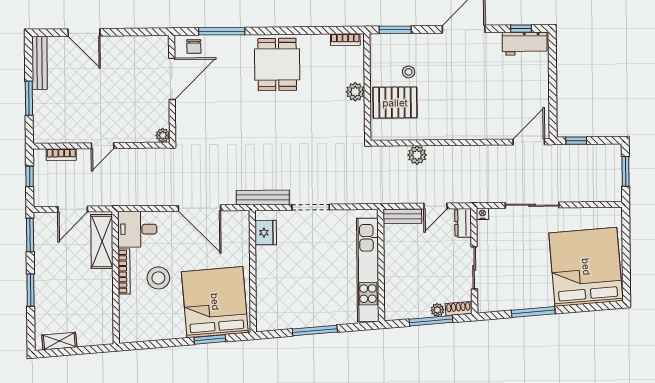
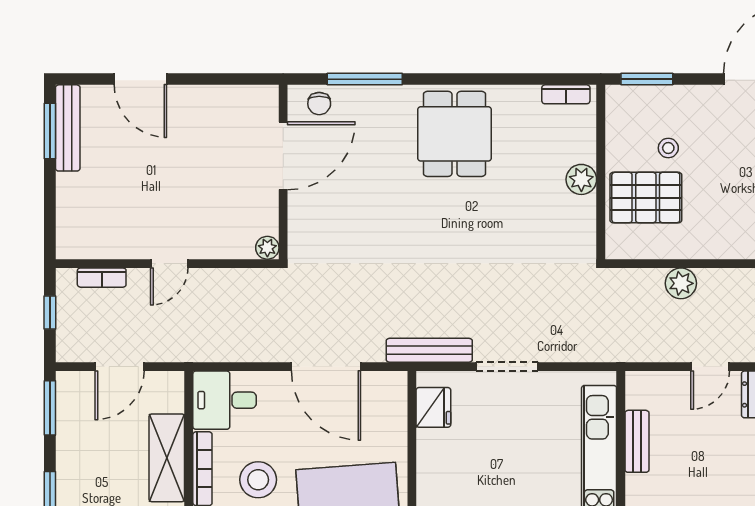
window: (29, 98) -> (50, 131), moved
bench: (402, 216) -> (637, 441), moved, turned 90
shelving: (102, 241) -> (167, 458), moved

